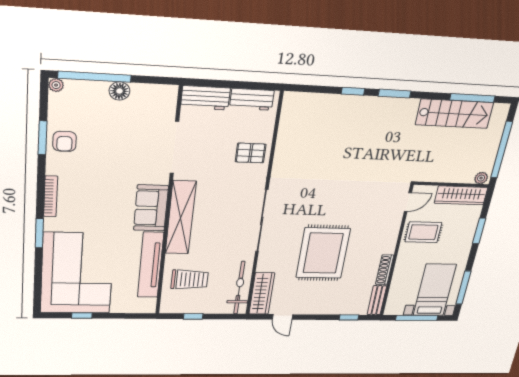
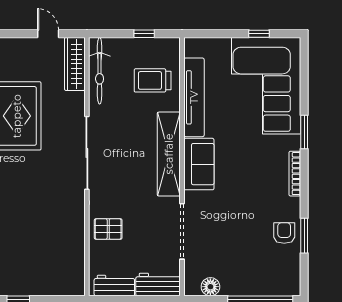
plant: (56, 85) -> (294, 289), removed
floor lamp: (119, 91) -> (210, 287), moved

